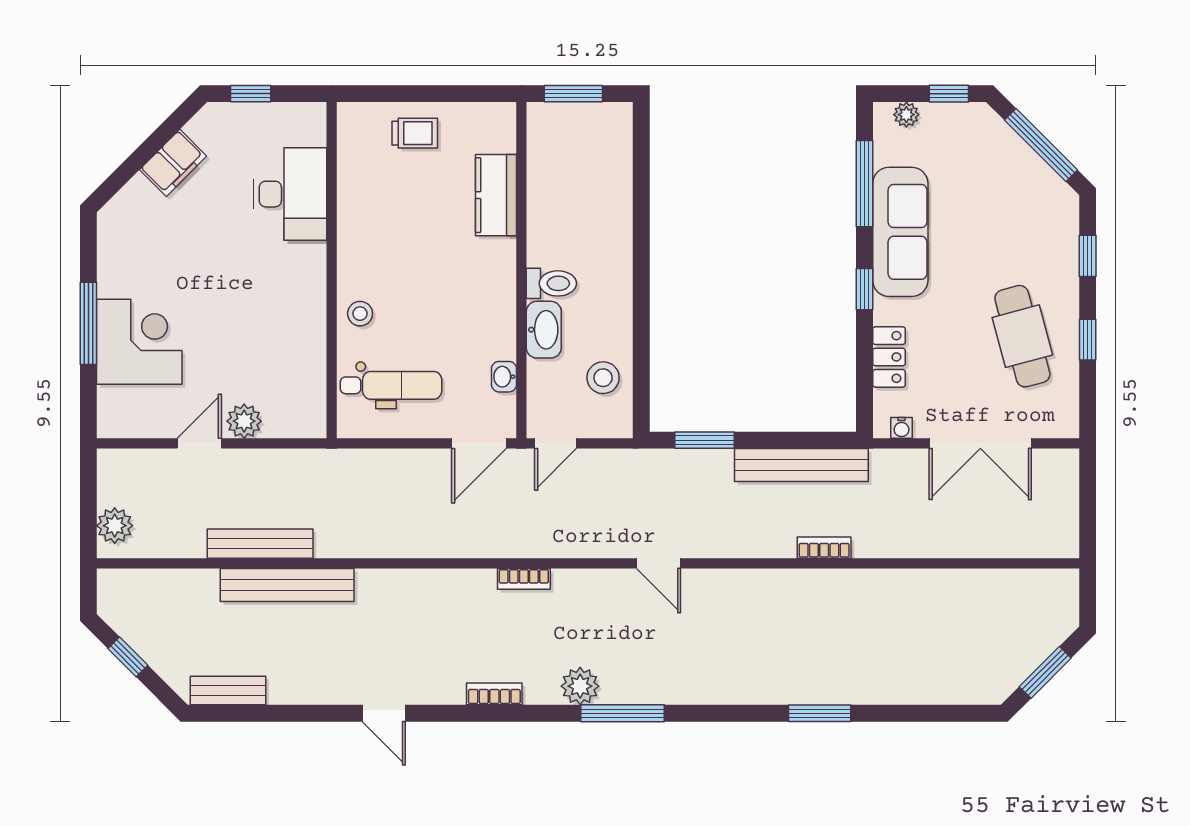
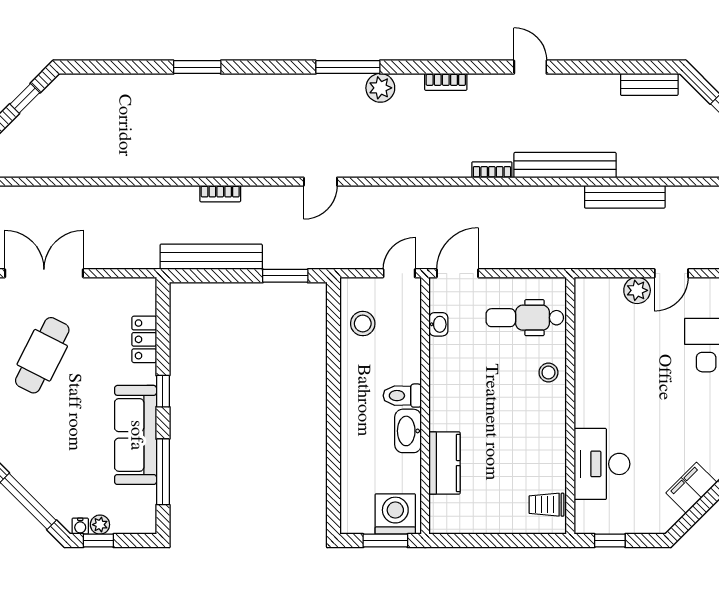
window: (251, 94) -> (610, 541), moved
plant: (906, 115) -> (100, 525), moved
washing machine: (560, 128) -> (395, 514), added
trolley: (415, 133) -> (547, 505), moved
washbasin: (544, 330) -> (408, 431), moved
cafe table: (1022, 336) -> (42, 355), turned 42
water cooler: (902, 428) -> (80, 526), moved, turned 180
double door: (980, 443) -> (44, 273), moved
bookcase: (824, 548) -> (220, 194), moved
door: (658, 563) -> (320, 182), swing flipped
bookcase: (524, 579) -> (492, 170), moved
bench: (287, 585) -> (565, 165), moved
window: (1045, 672) -> (25, 98), width x0.67

